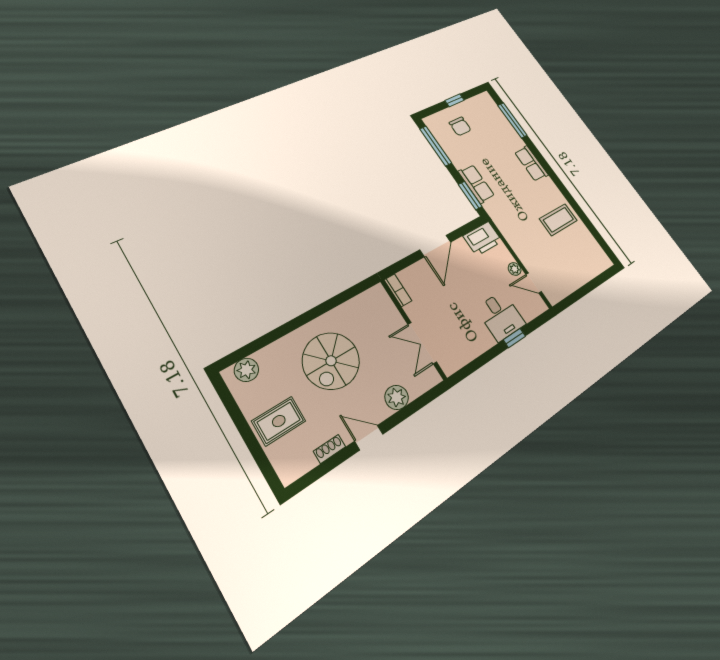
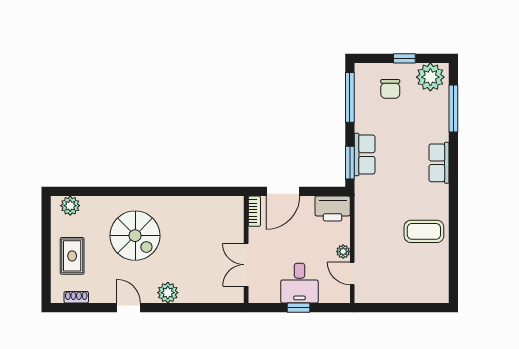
plant: (481, 106) -> (430, 77), added
bookcase: (398, 290) -> (254, 211), moved
wall: (413, 329) -> (246, 250), moved
double door: (422, 343) -> (246, 265), moved
spiral stairs: (331, 361) -> (135, 236), turned -90
rug: (279, 421) -> (72, 256), turned 90
shoe rack: (329, 449) -> (76, 297), moved

